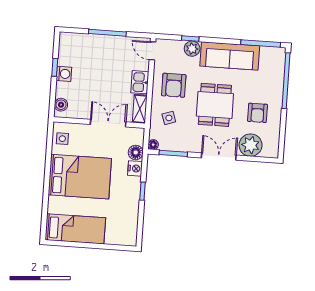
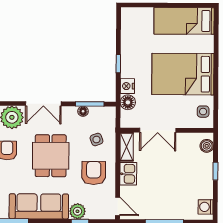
window: (55, 67) -> (215, 171), moved
washing machine: (64, 74) -> (206, 207), moved
floor lamp: (153, 145) -> (83, 111), moved

